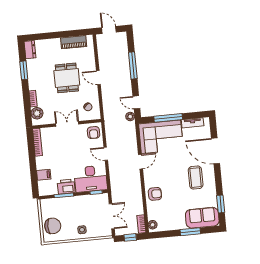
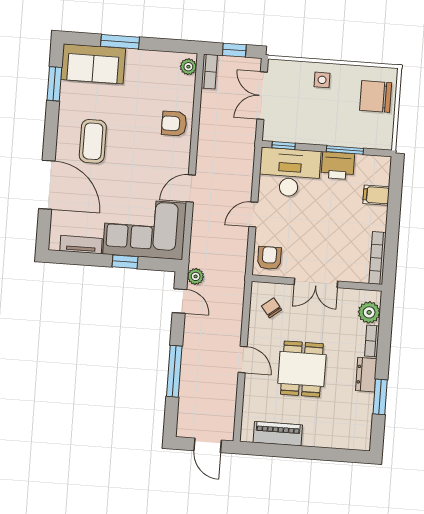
dresser: (30, 50) -> (366, 375), moved
window: (168, 118) -> (125, 262), width x0.46
door: (106, 154) -> (253, 214), swing flipped

